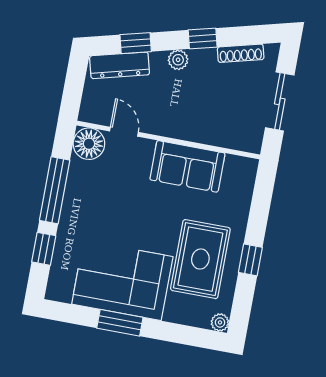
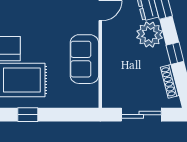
plant: (178, 60) -> (150, 35), width x1.87, depth x1.87

